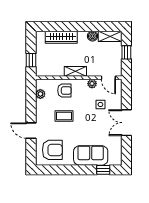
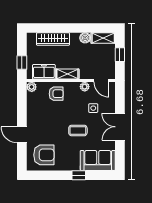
freezer: (52, 69) -> (44, 72), added
plant: (40, 94) -> (32, 87), moved
coffee table: (64, 116) -> (78, 130), moved
sofa: (91, 155) -> (98, 160), moved
window: (103, 170) -> (79, 175), moved

